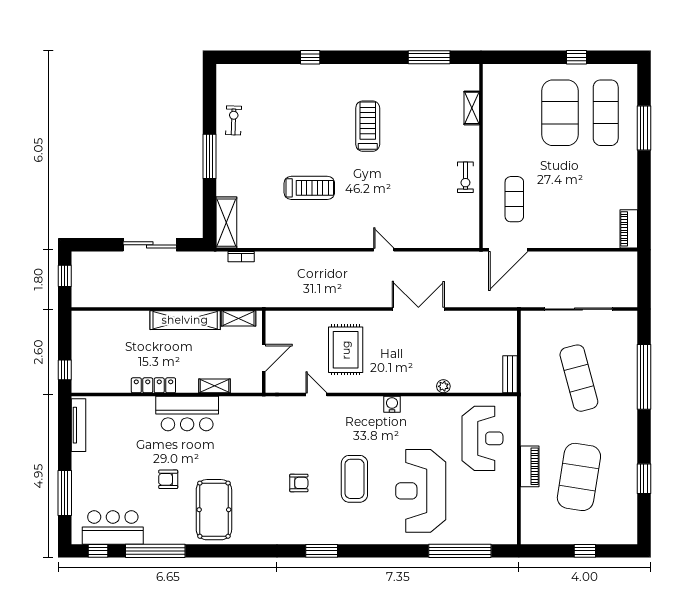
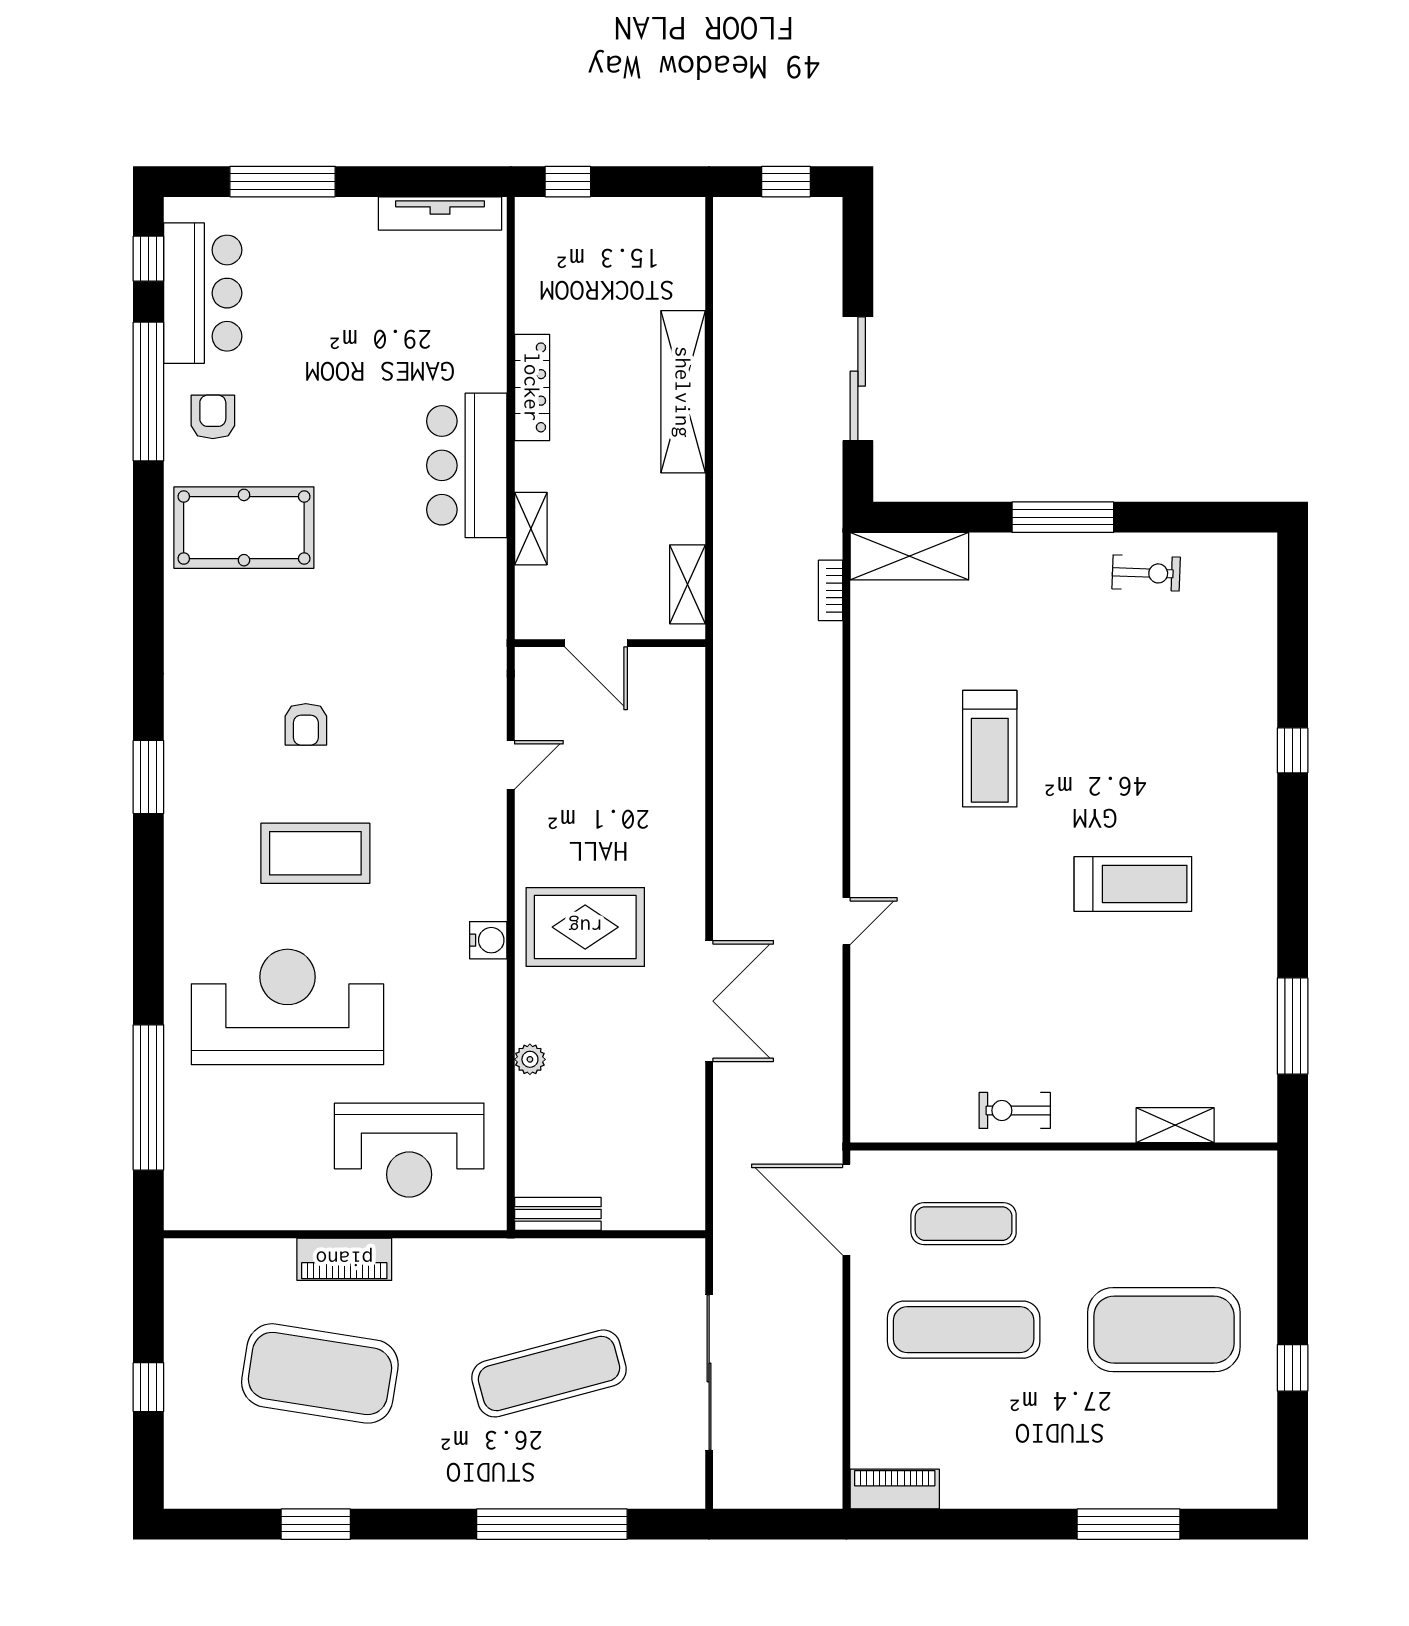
exercise mat: (606, 113) -> (964, 1330), moved
shelving: (185, 320) -> (683, 392), moved
rug: (346, 350) -> (585, 927), moved
armchair: (168, 479) -> (213, 417), moved

